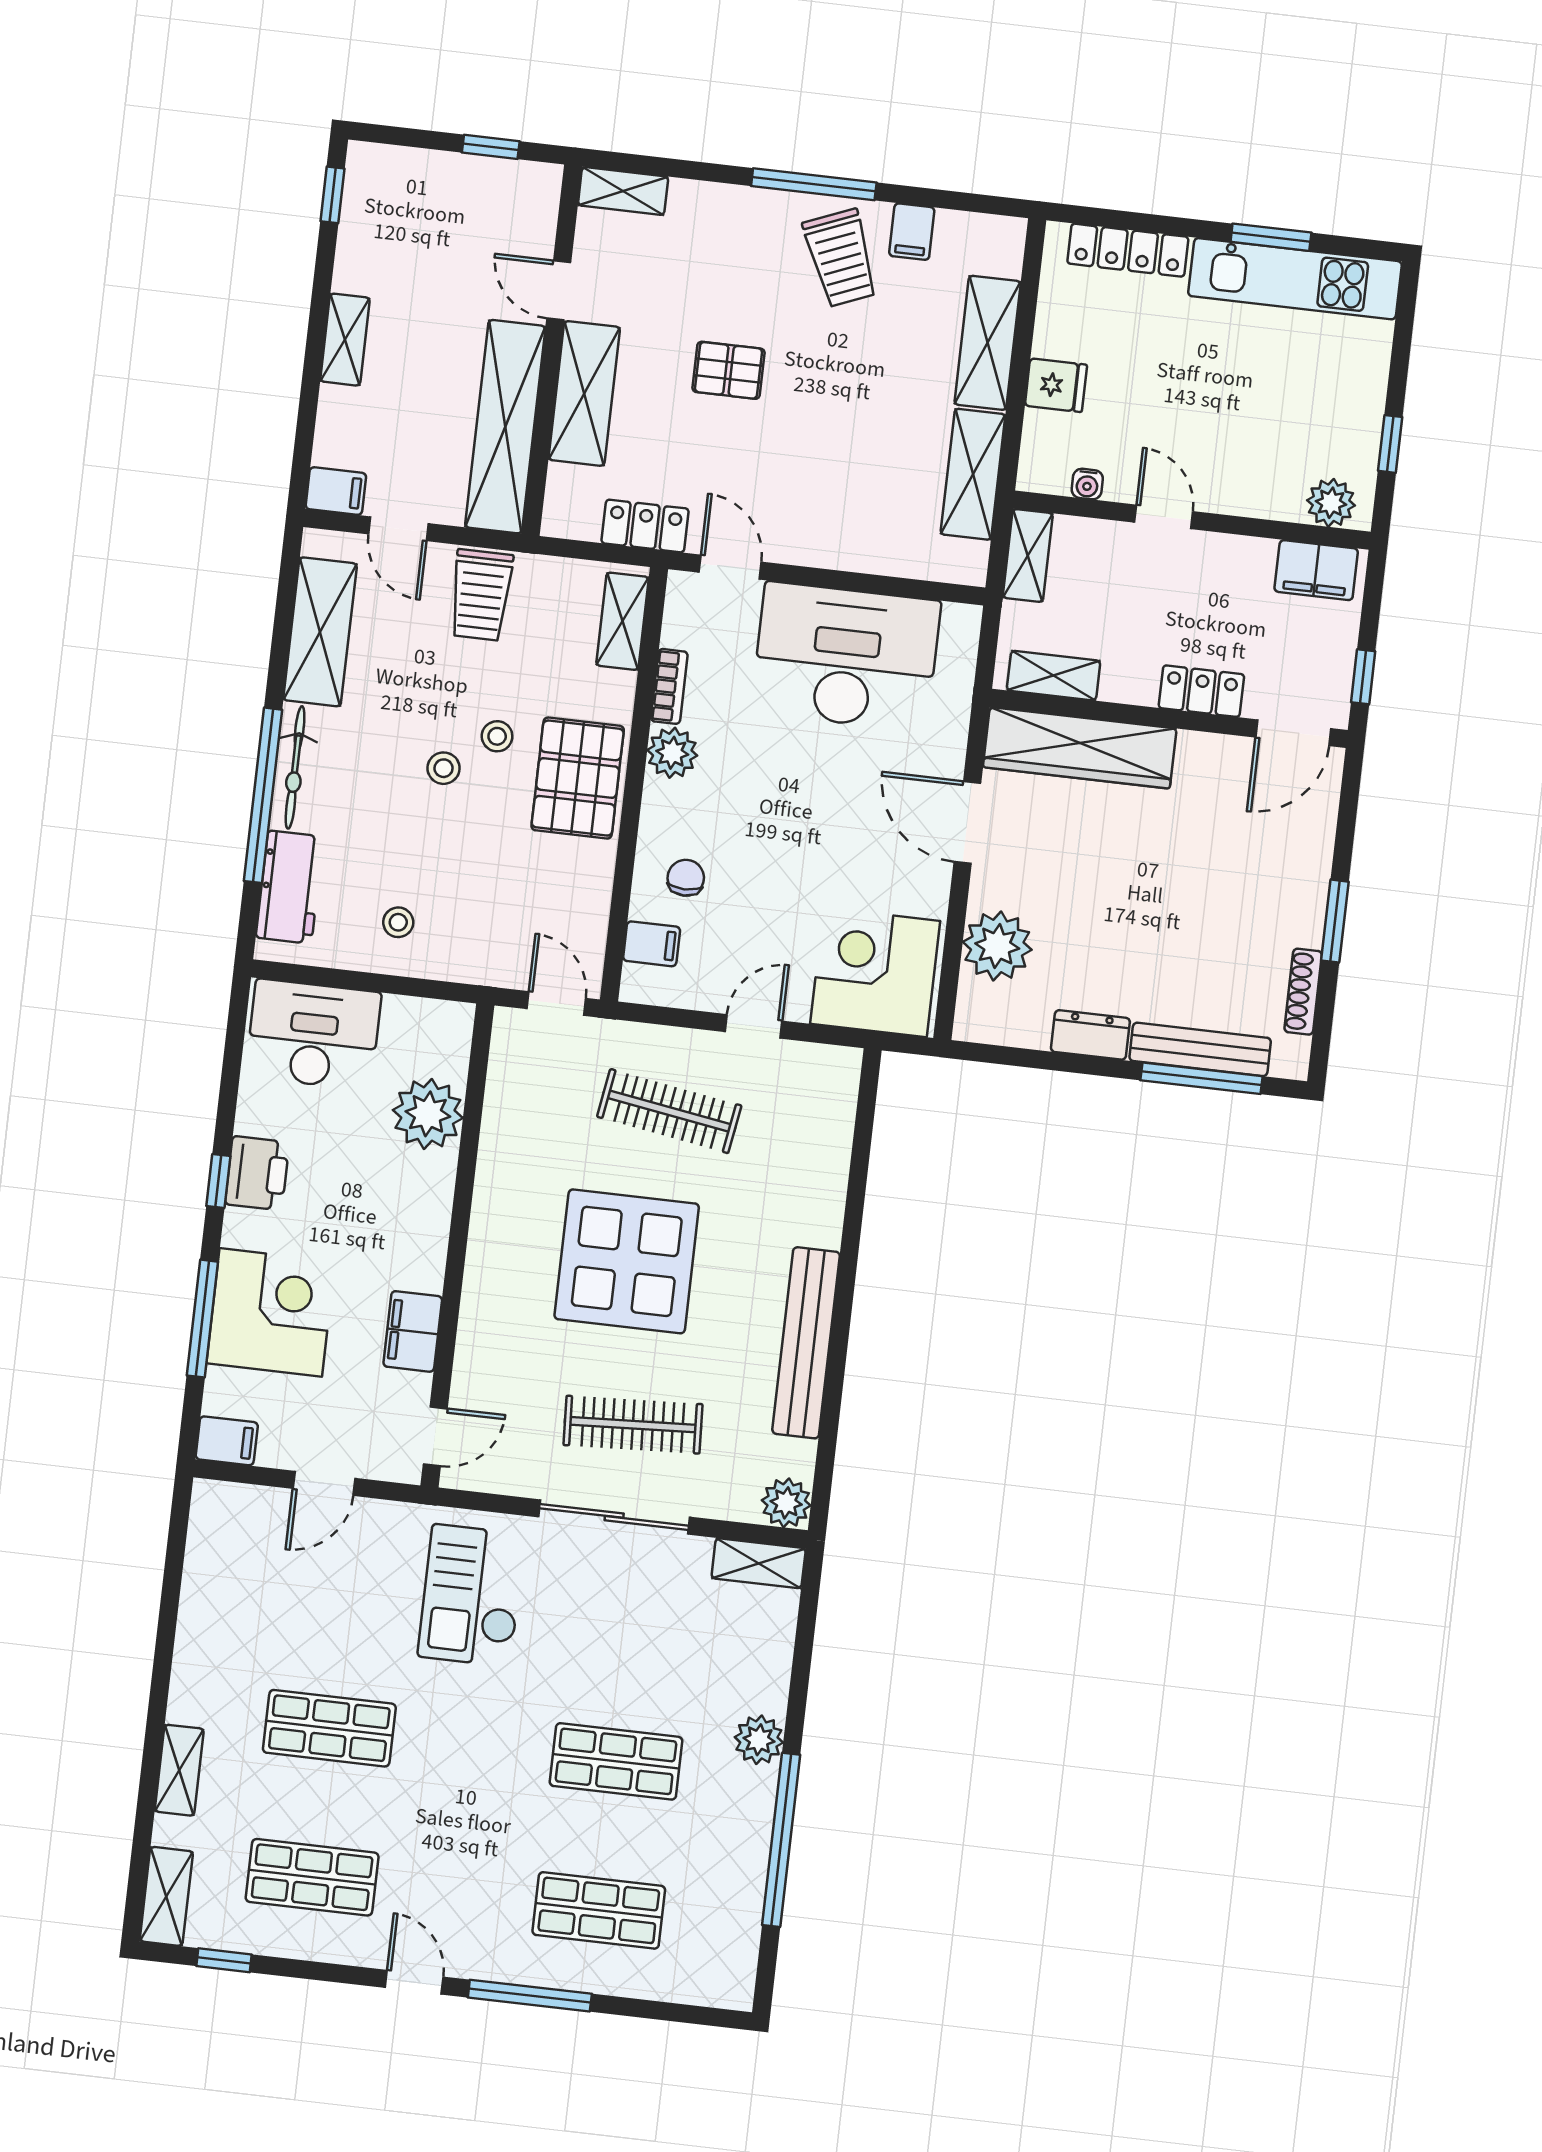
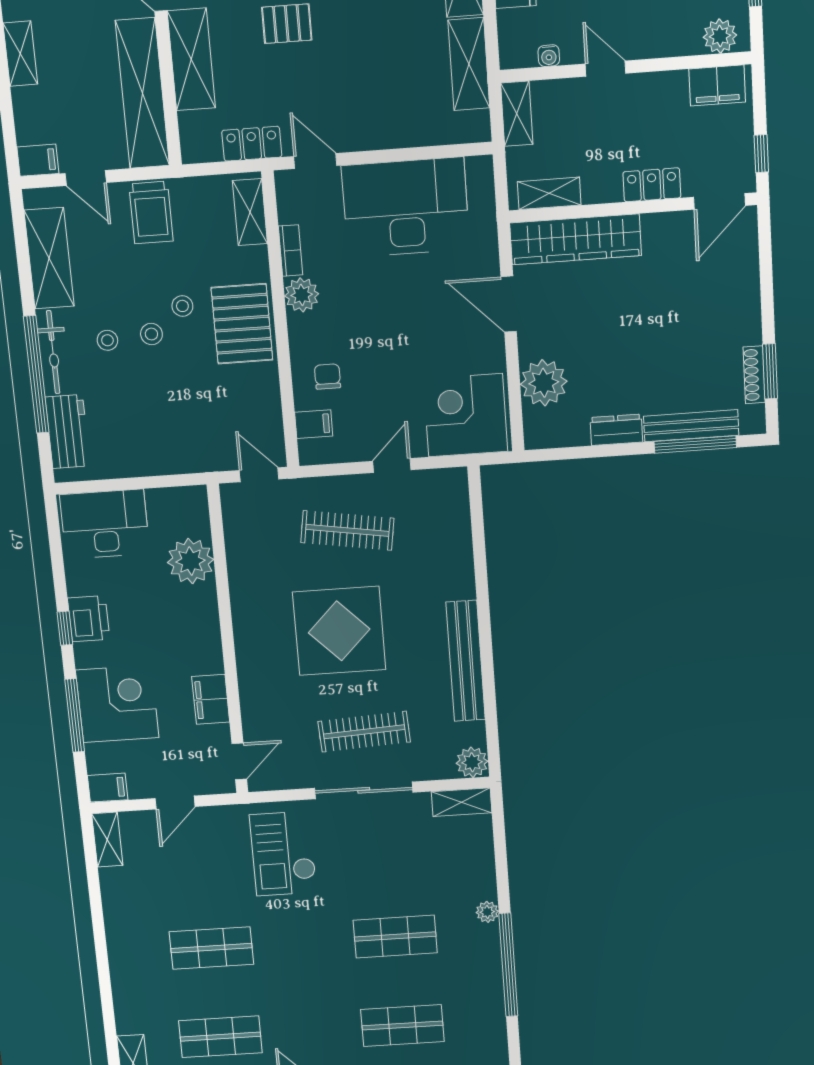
window: (1335, 921) -> (770, 371), moved
stool: (398, 922) -> (107, 340), moved
plant: (759, 1740) -> (487, 912), width x0.73, depth x0.73
shelving: (179, 1770) -> (107, 840), moved

